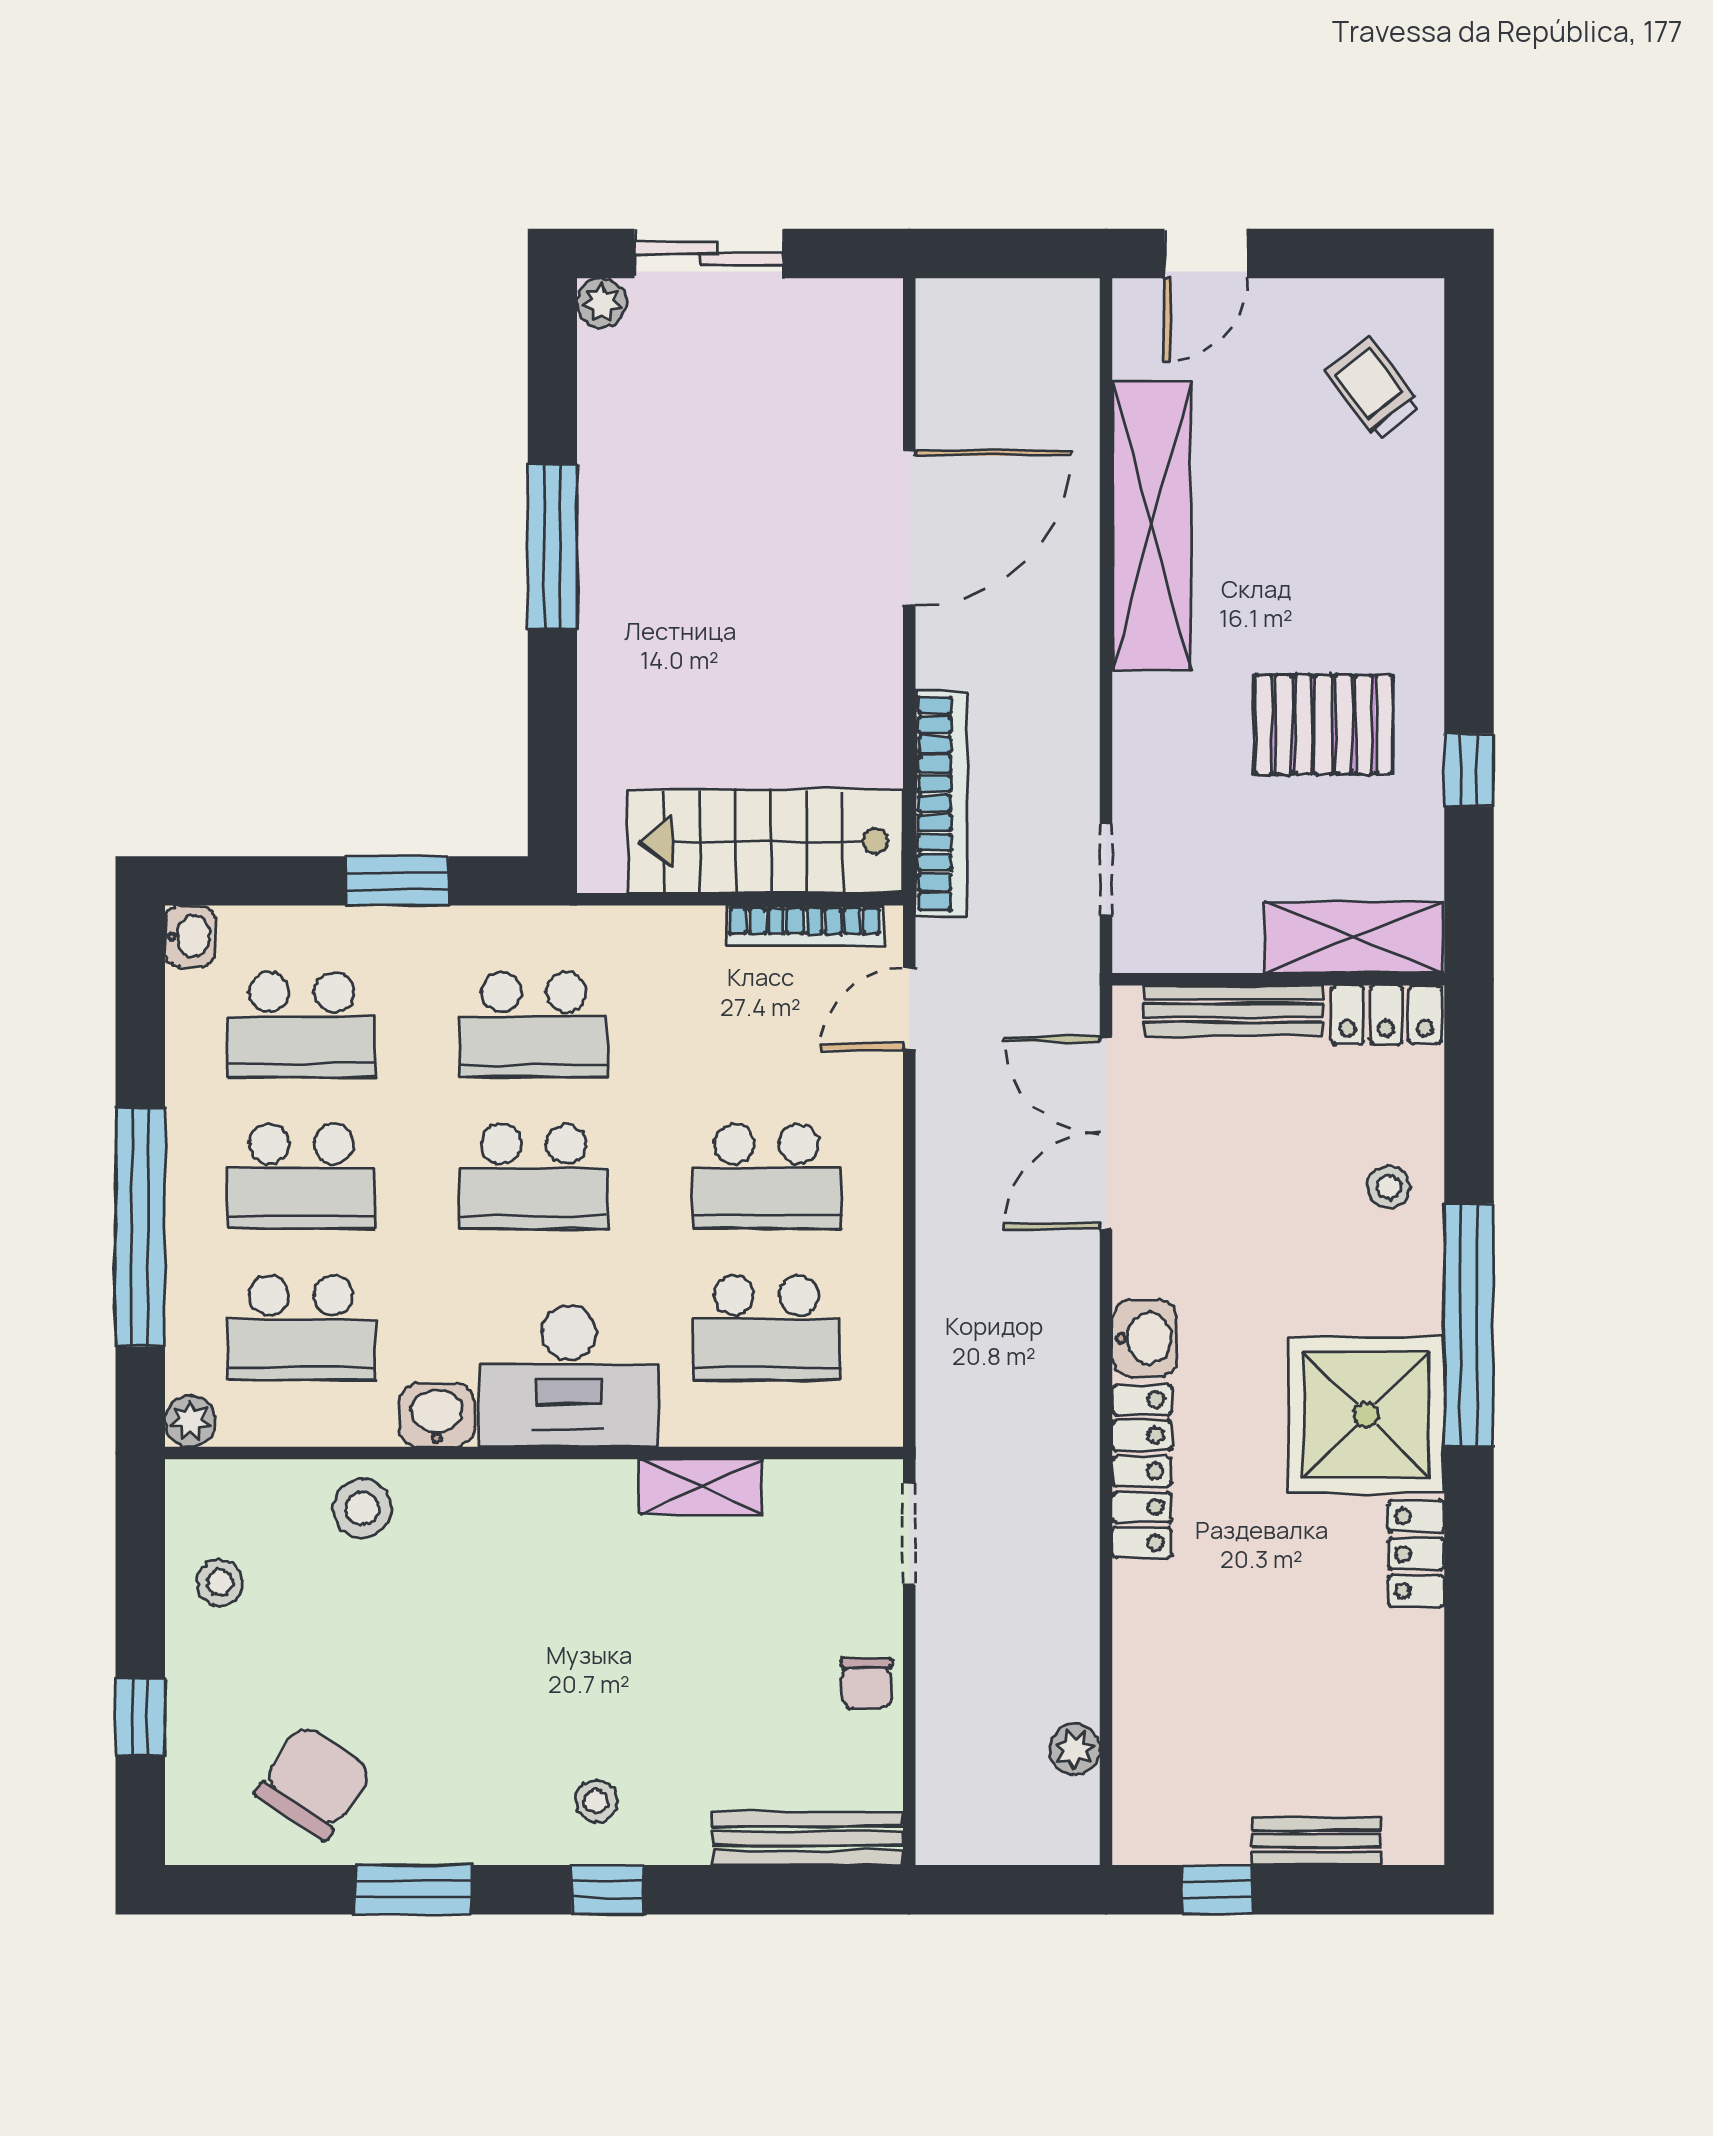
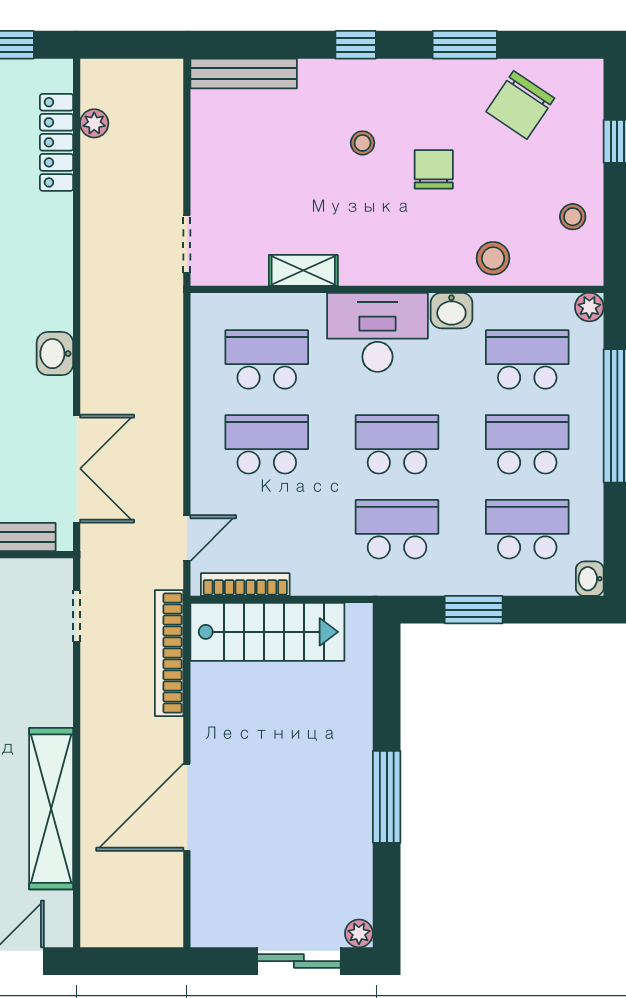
locker: (1142, 1471) -> (57, 142), moved
chair: (867, 1683) -> (434, 169), moved, width x1.37, depth x1.37
stool: (596, 1801) -> (363, 143), moved

